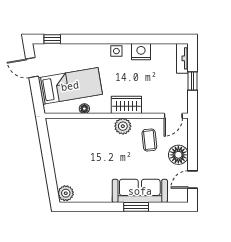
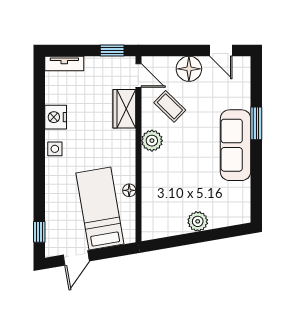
window: (192, 81) -> (112, 51), moved
wardrobe: (126, 105) -> (124, 109), moved
coffee table: (149, 140) -> (170, 106), turned 50
sofa: (140, 191) -> (236, 145), moved
plant: (66, 193) -> (198, 221), moved

